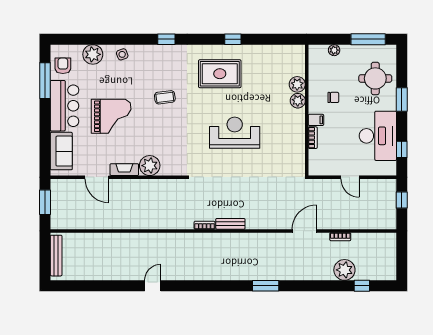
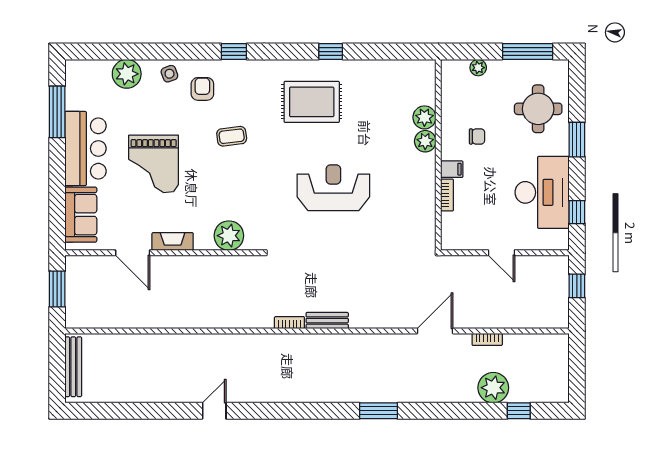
armchair: (63, 66) -> (202, 89), moved
grand piano: (111, 116) -> (154, 164), turned 90
plant: (150, 166) -> (229, 236), moved

